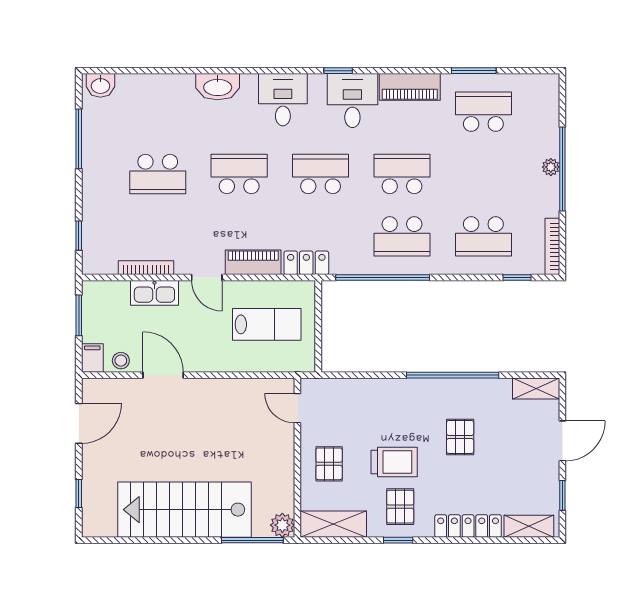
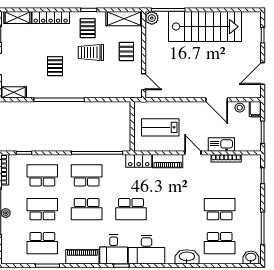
desk: (283, 100) -> (147, 250), width x1.37
school desk: (239, 174) -> (220, 243), moved
school desk: (483, 174) -> (42, 209), added

